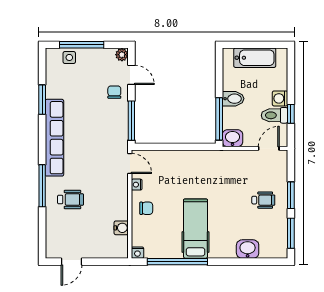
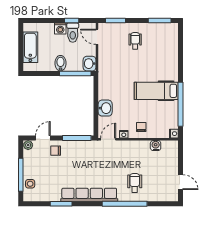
window: (42, 186) -> (125, 204), width x1.46
window: (291, 195) -> (116, 21), moved
washbasin: (248, 249) -> (105, 108), moved, turned 180

